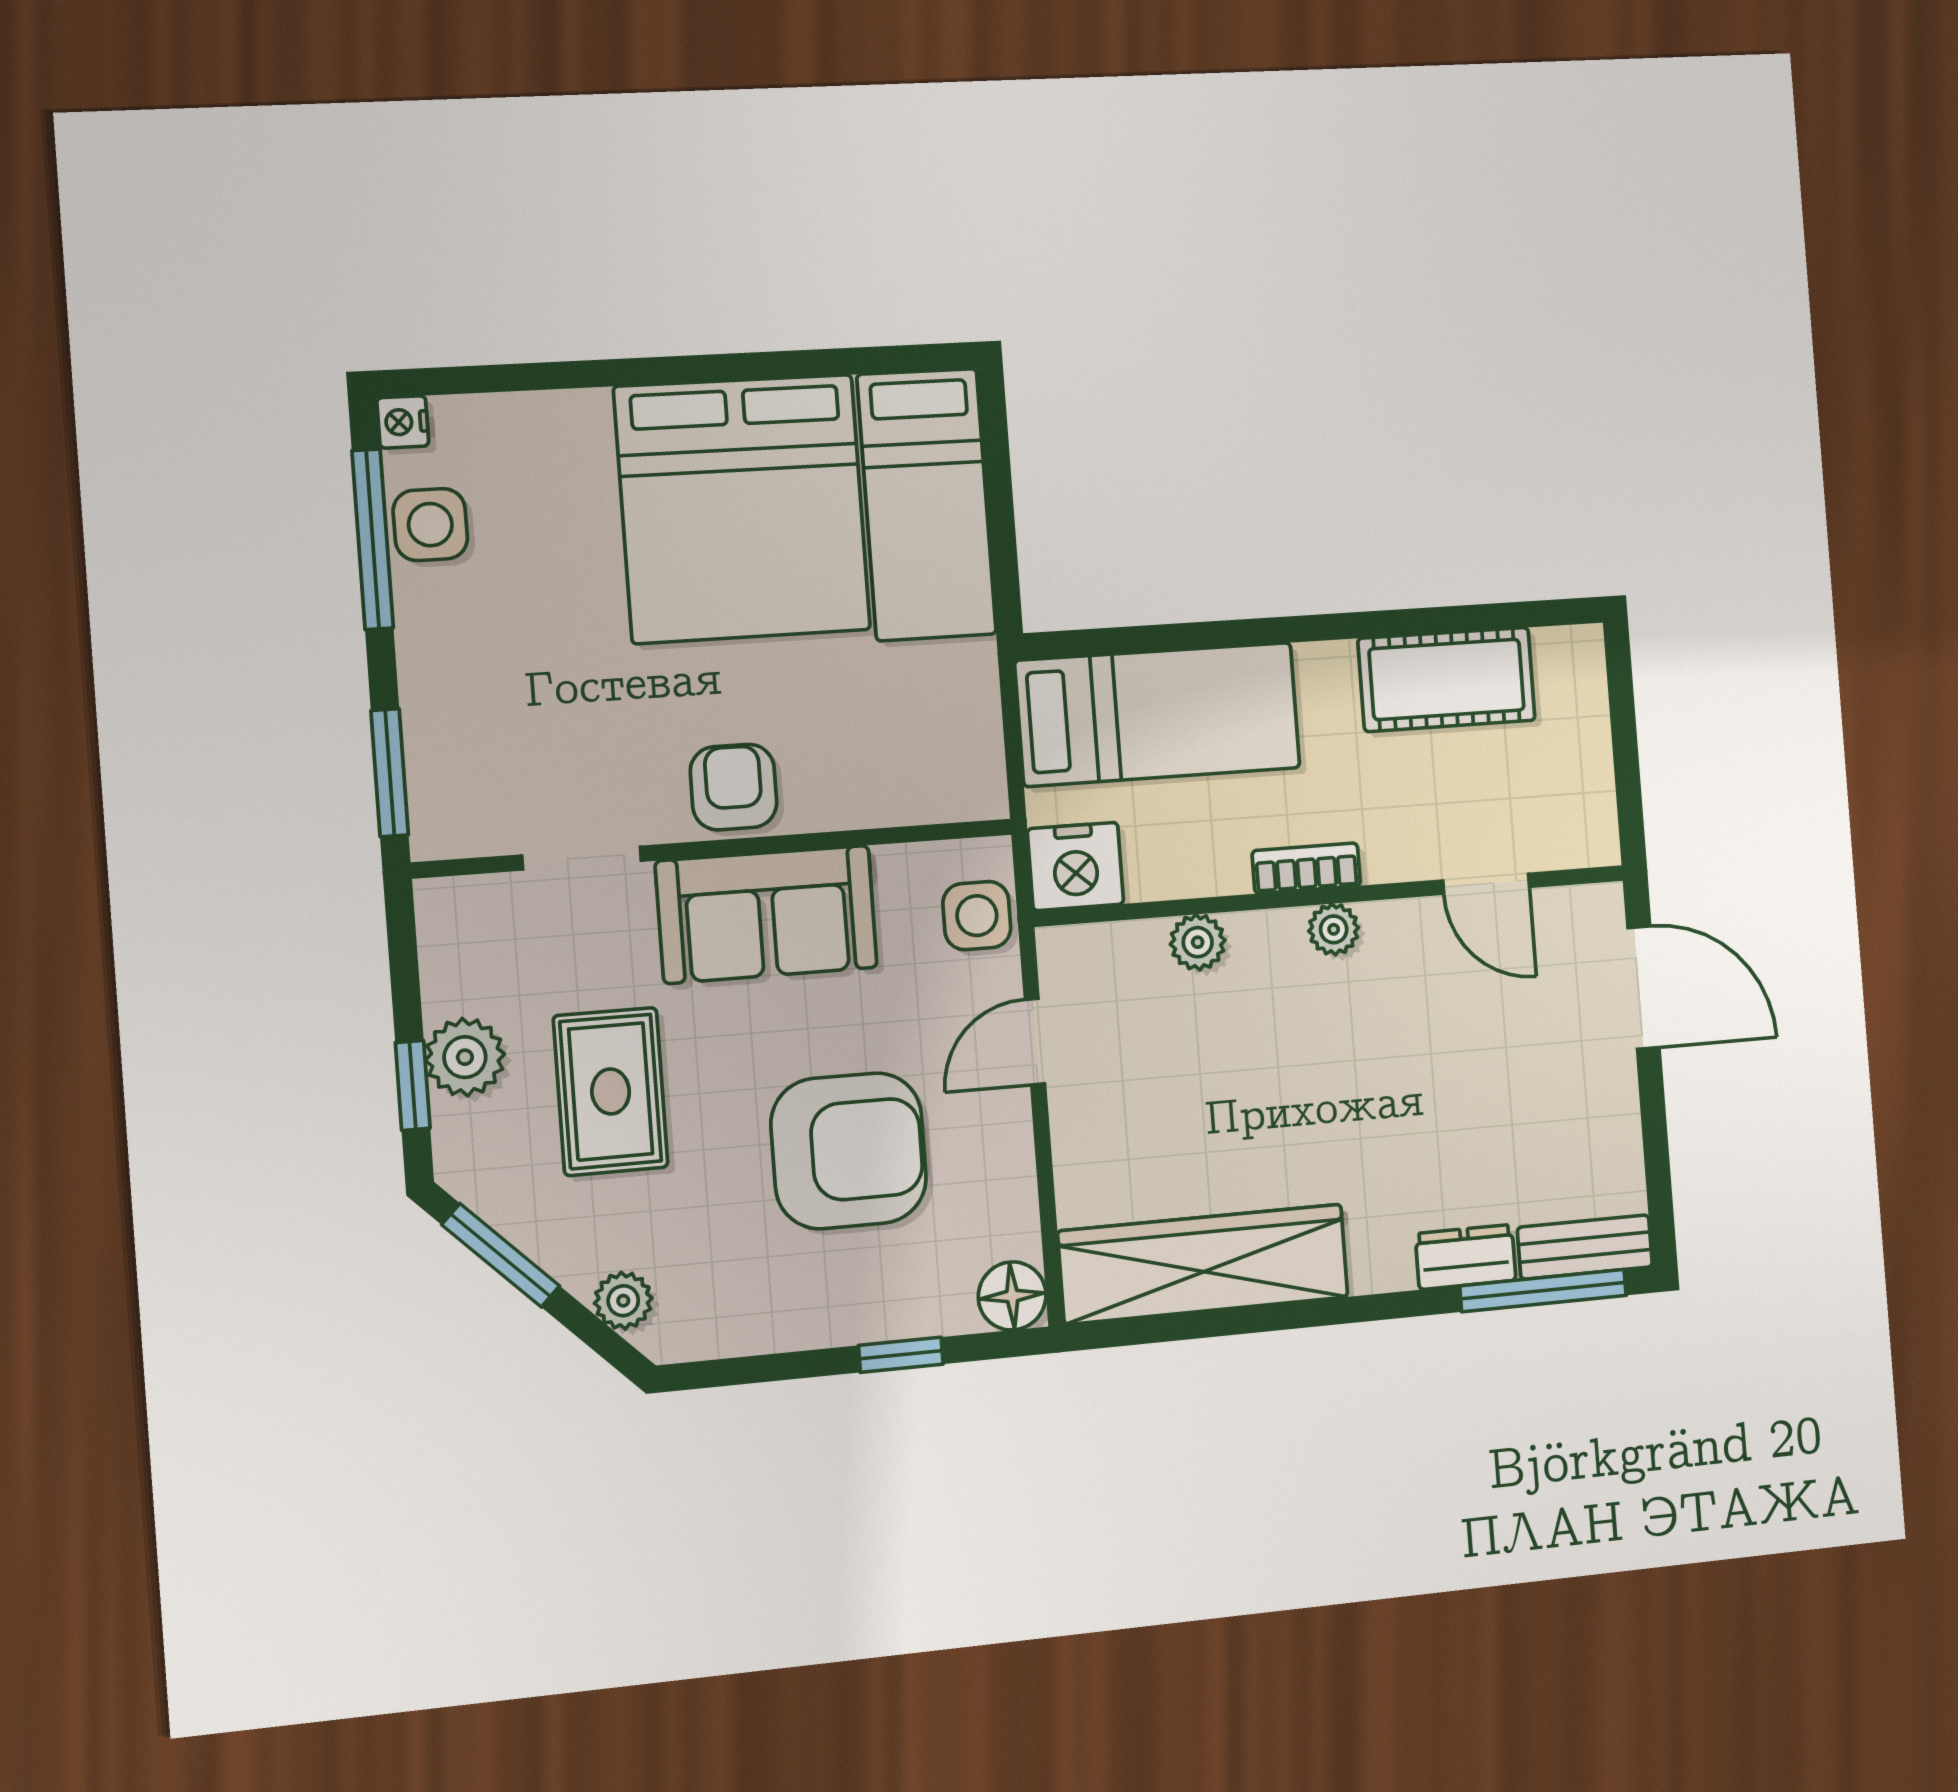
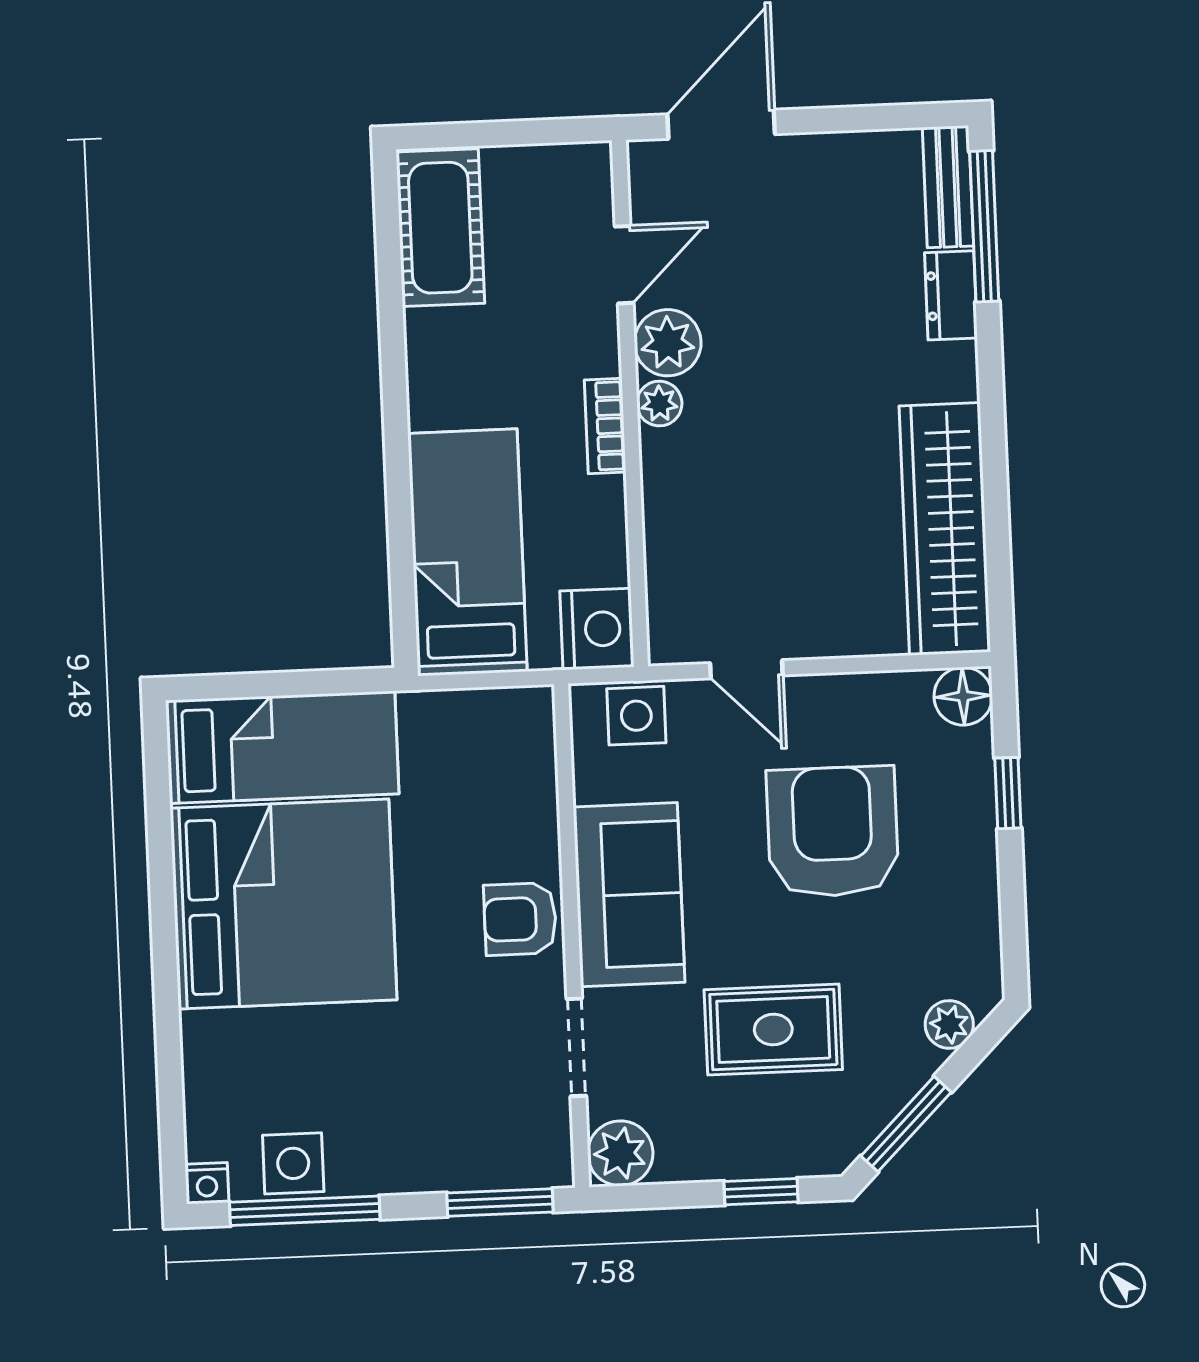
cot: (1447, 679) -> (440, 228), moved
plant: (1198, 942) -> (668, 343), moved, width x1.38, depth x1.38
plant: (465, 1057) -> (620, 1153), moved

